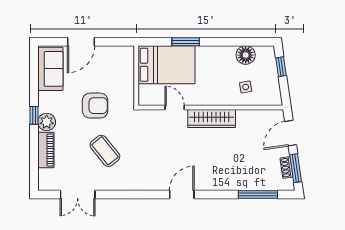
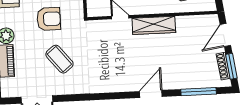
shoe rack: (287, 167) -> (223, 66), width x1.43
door: (182, 195) -> (151, 94), moved

